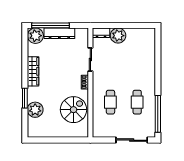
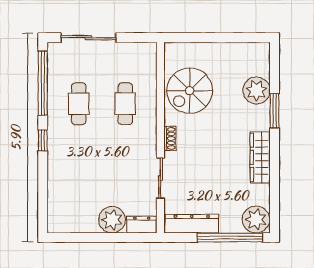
dresser: (59, 33) -> (192, 224), moved
window: (158, 81) -> (43, 140), added

